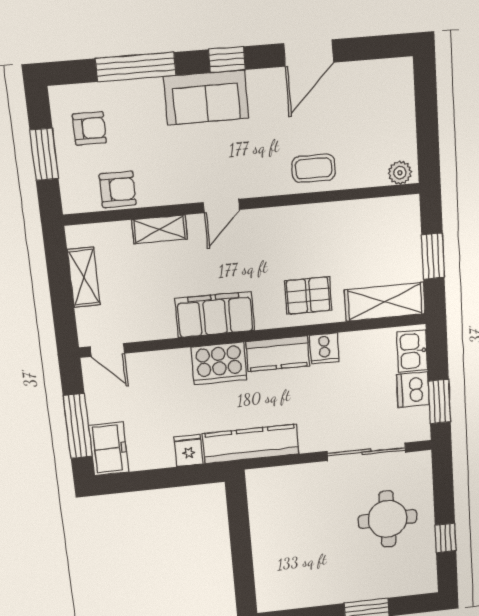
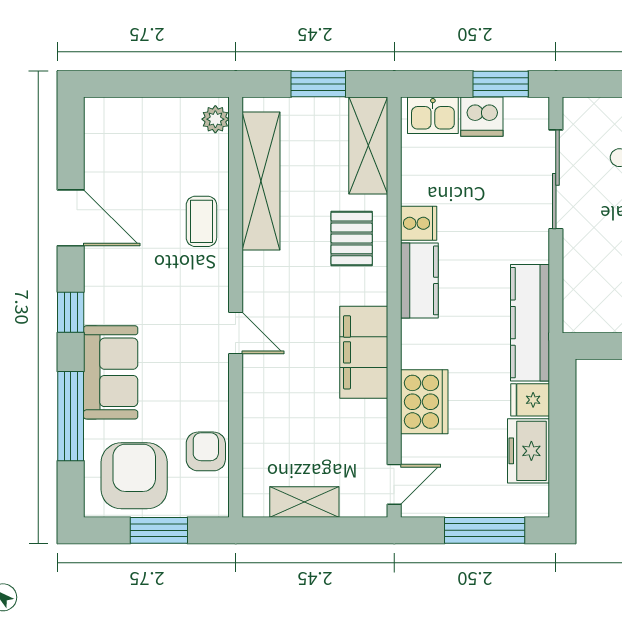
sofa: (206, 97) -> (111, 372), moved
armchair: (89, 128) -> (134, 476), width x1.88, depth x1.88
shelving: (160, 229) -> (261, 181), moved, width x2.20, depth x1.33
cooker: (219, 363) -> (424, 402), moved
freezer: (109, 449) -> (528, 451), moved, turned -90

